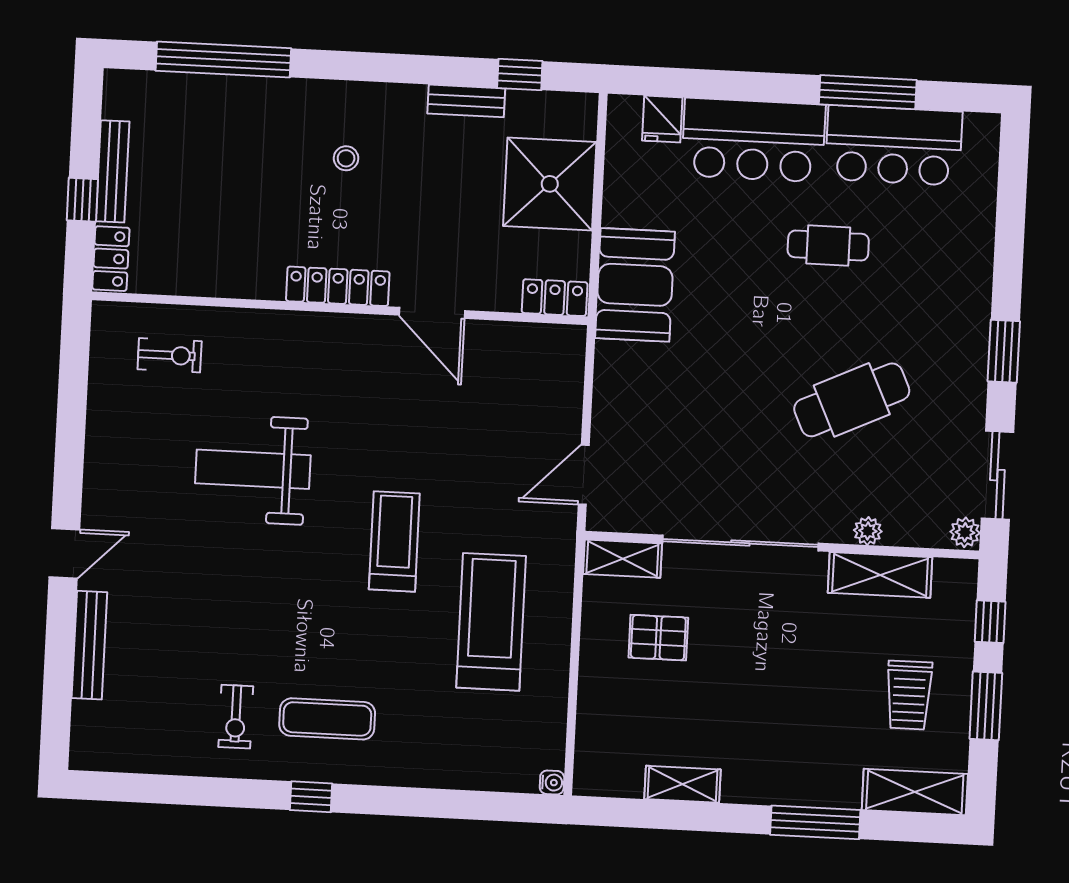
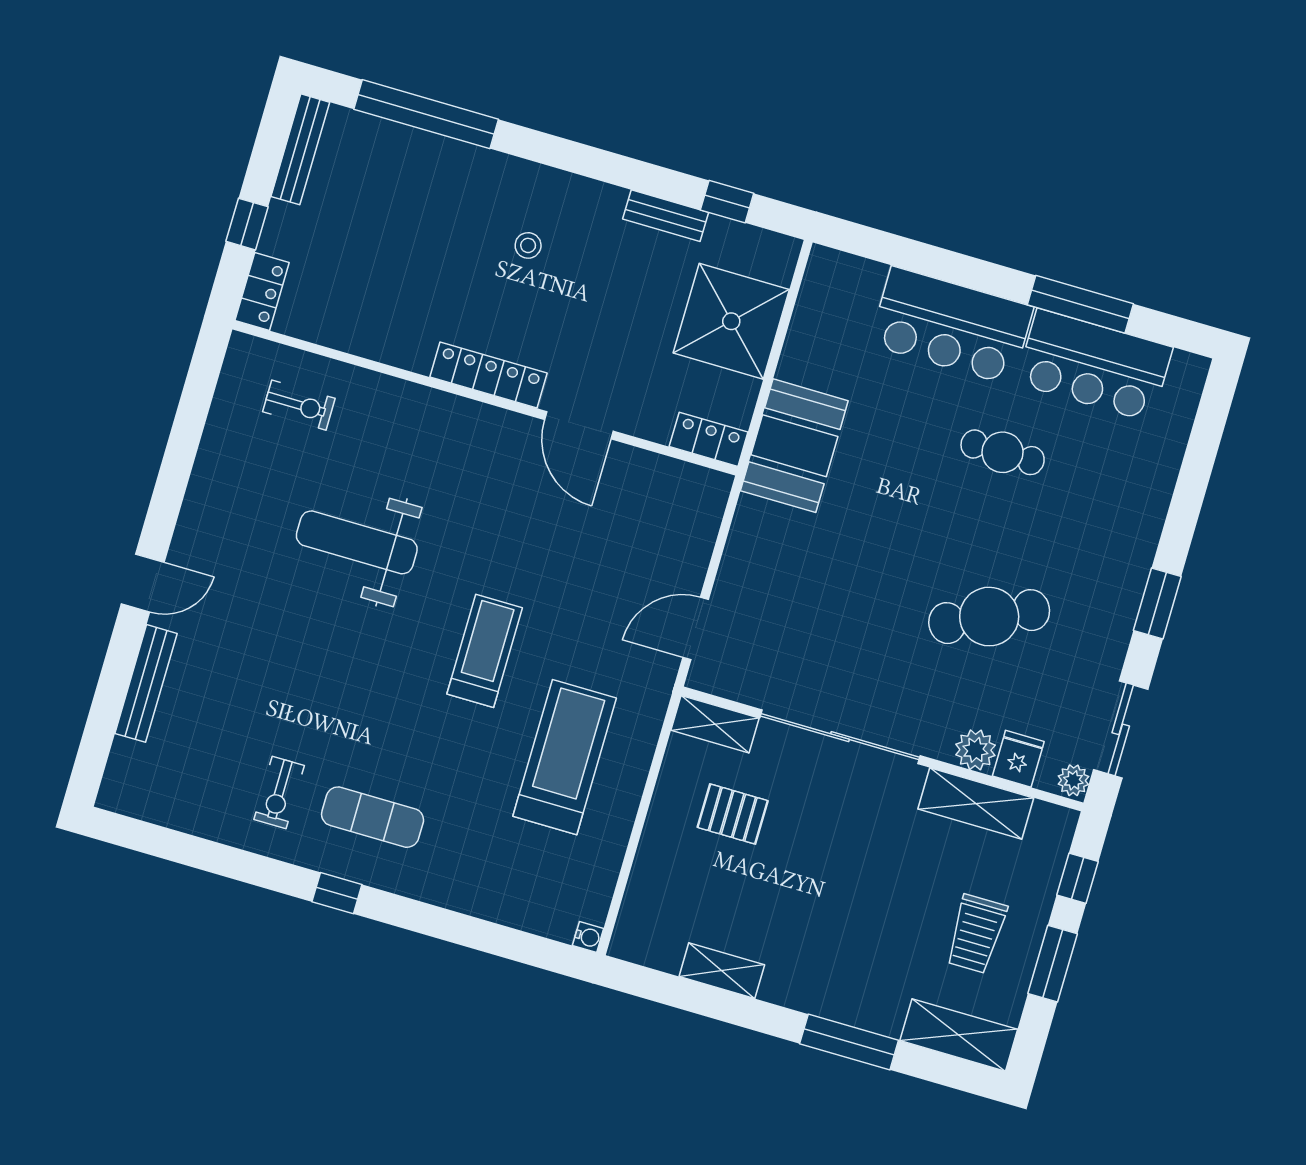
fridge: (662, 119) -> (1018, 759), moved, turned 180
bench: (113, 171) -> (300, 149), moved
plant: (868, 531) -> (975, 750), width x1.38, depth x1.38

